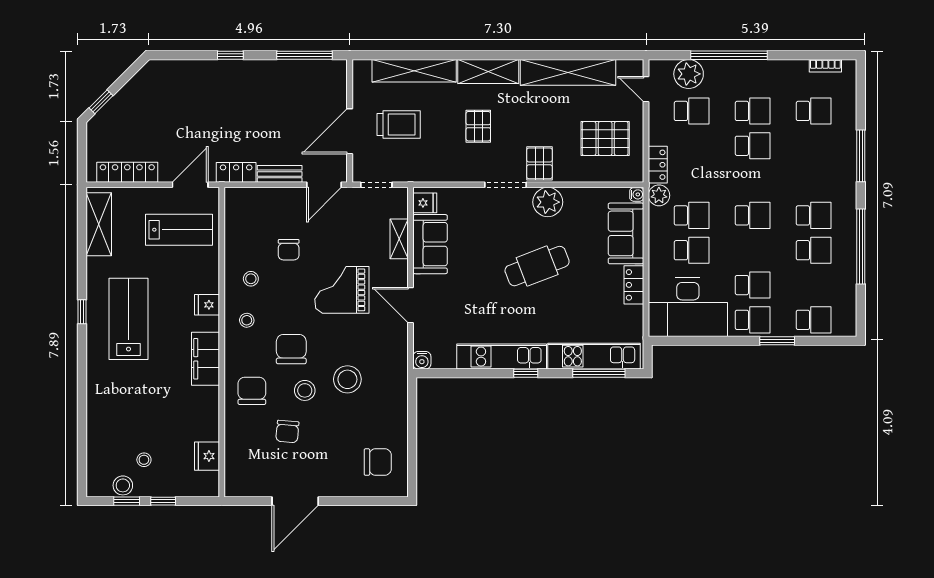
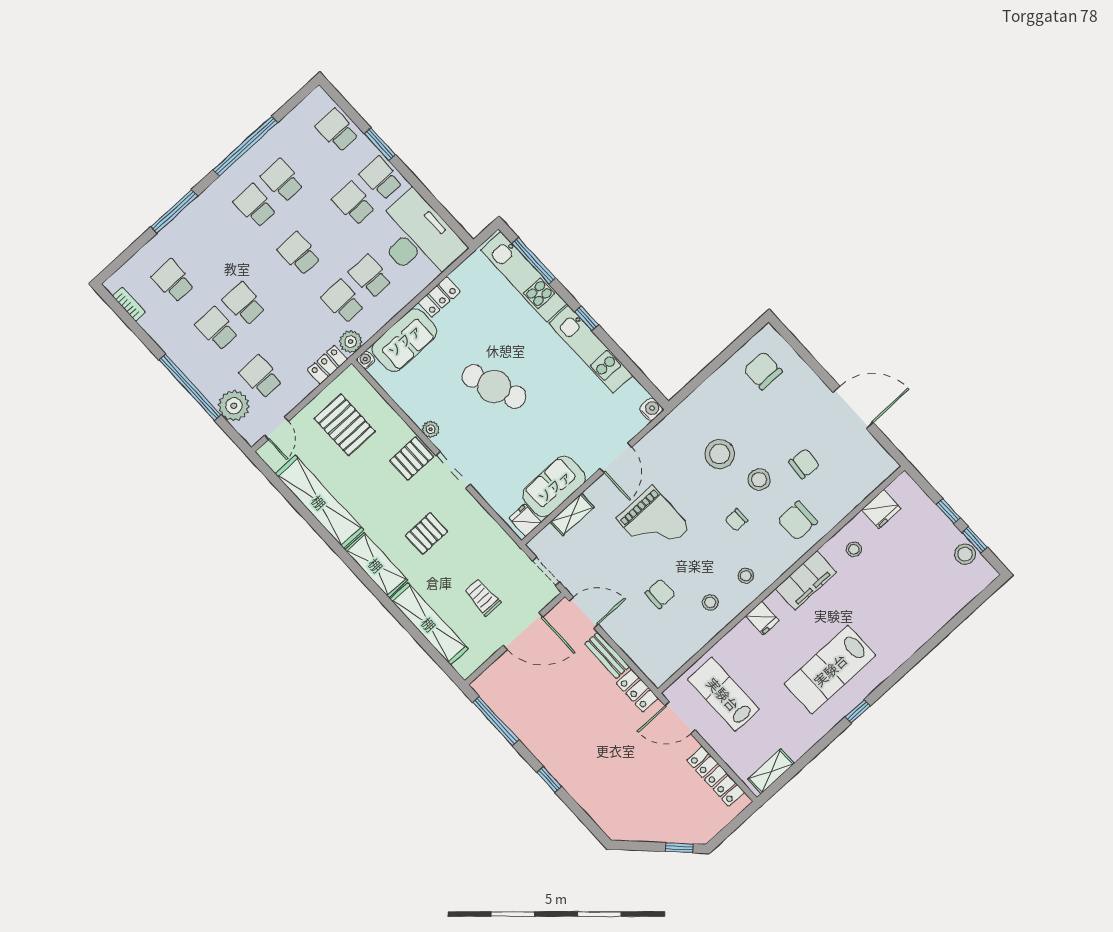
trolley: (399, 124) -> (482, 597), width x0.73, depth x0.72
plant: (548, 202) -> (431, 429), width x0.53, depth x0.53
shelving: (99, 224) -> (771, 771), width x0.67, depth x0.75
chair: (291, 349) -> (736, 520), width x0.54, depth x0.54
stool: (144, 460) -> (854, 549), moved

